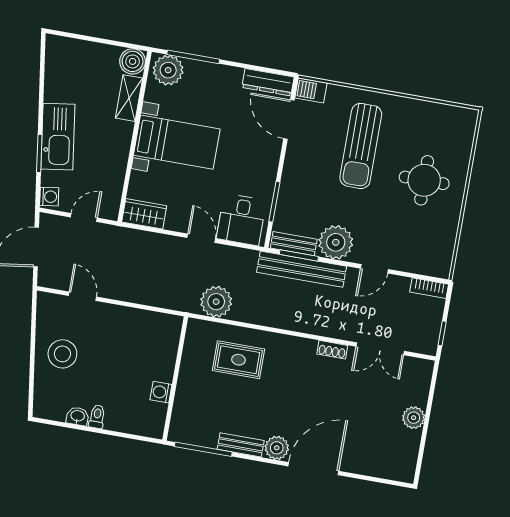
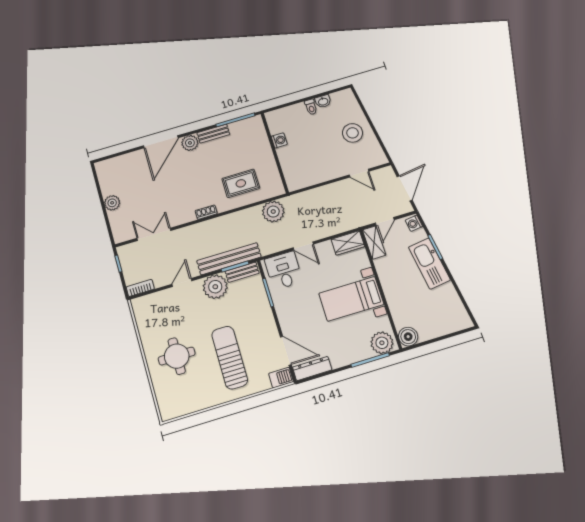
shelving: (129, 98) -> (374, 242), moved
shoe rack: (332, 350) -> (206, 212), moved

